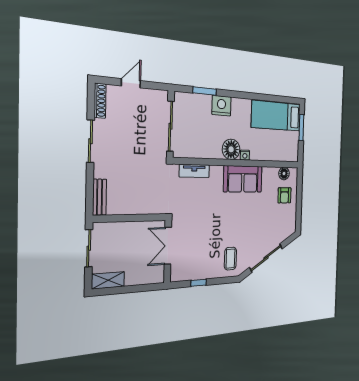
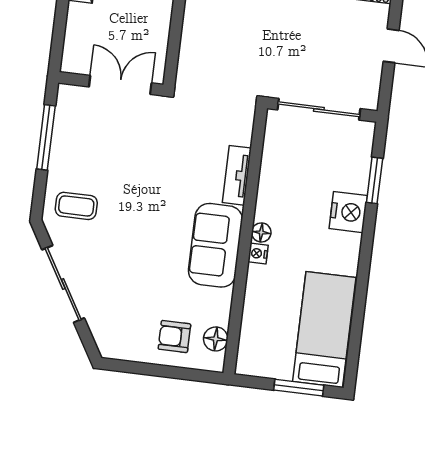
floor lamp: (231, 149) -> (261, 232), width x0.53, depth x0.53
tv unit: (194, 171) -> (237, 175), moved
window: (199, 283) -> (46, 137), width x2.17

